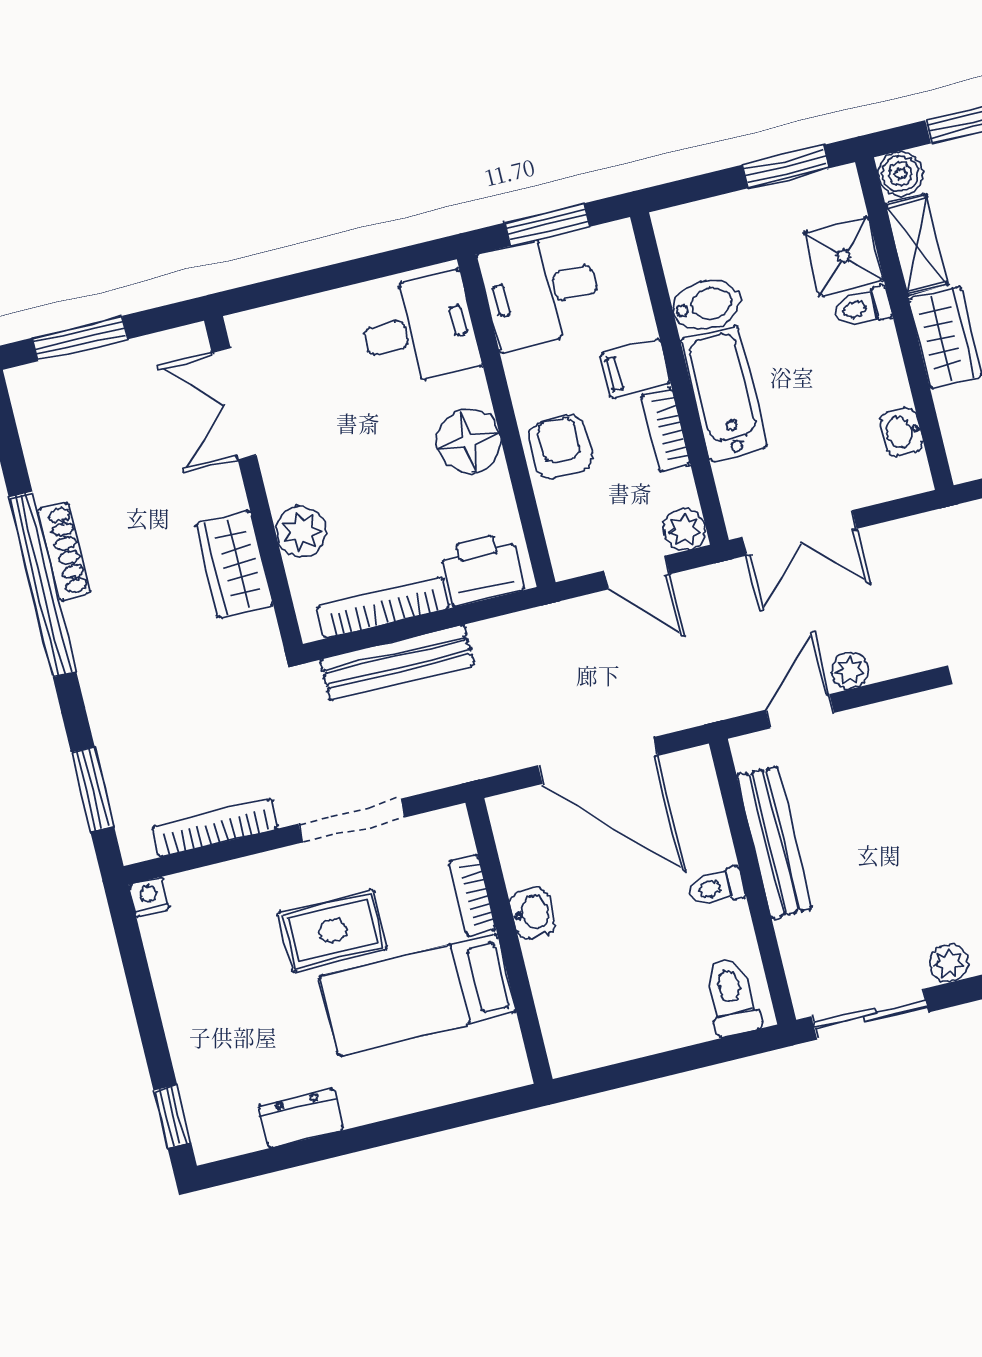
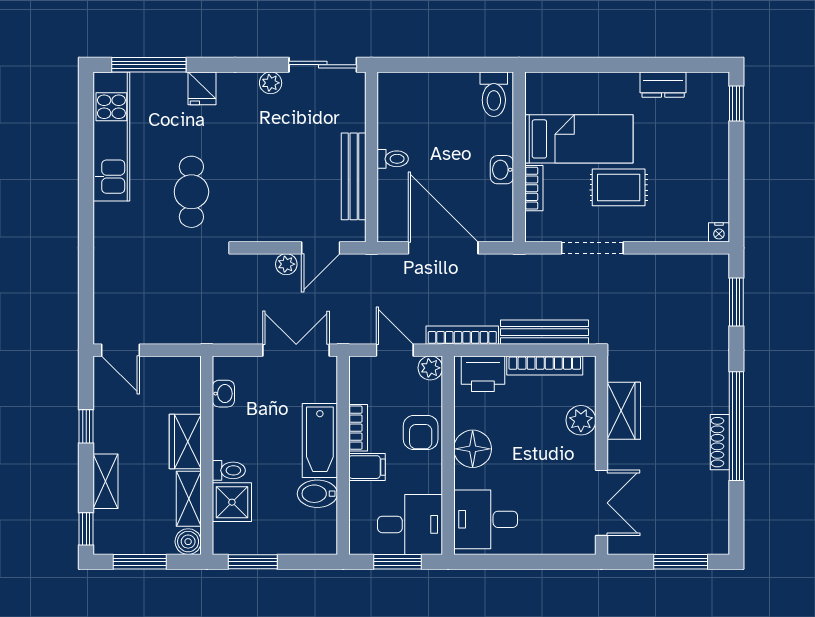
plant: (685, 530) -> (430, 368), moved
bookcase: (215, 828) -> (462, 335), moved, turned 180
toilet: (732, 996) -> (494, 94), moved

